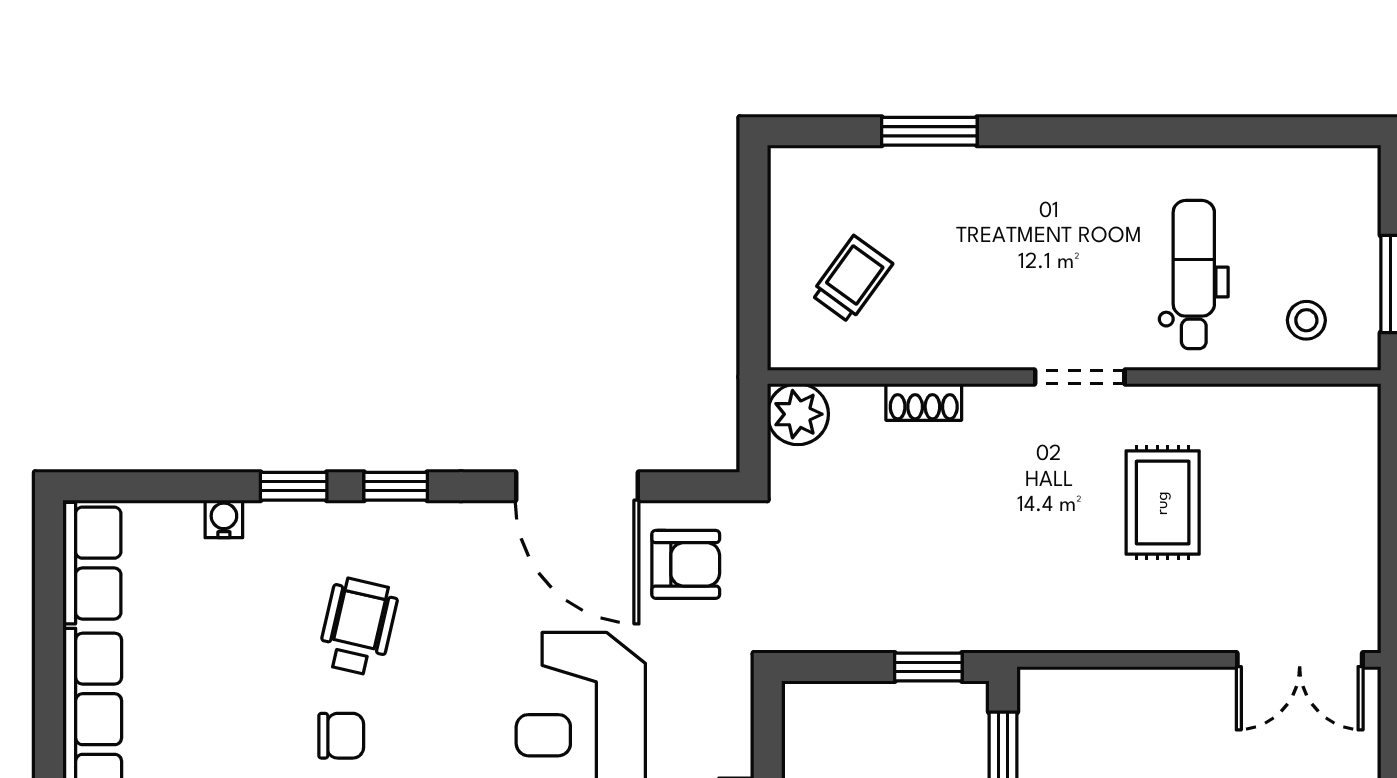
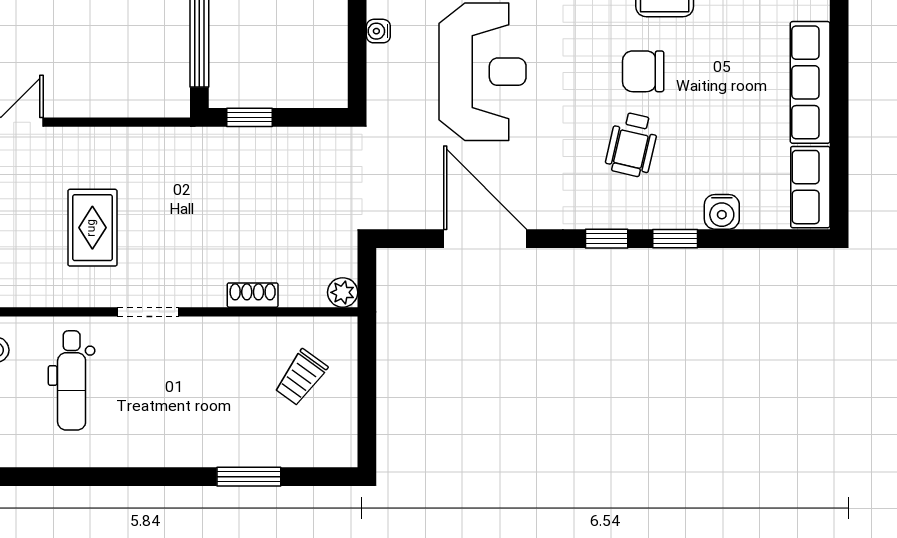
plant: (798, 414) -> (343, 292), width x0.73, depth x0.73
water cooler: (224, 519) -> (722, 212), width x1.38, depth x1.38
armchair: (686, 564) -> (412, 186), removed
chair: (341, 736) -> (643, 71), width x1.37, depth x1.37

